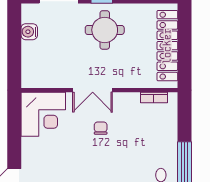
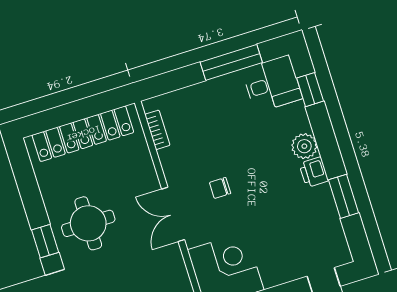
double door: (93, 90) -> (173, 214), swing flipped

